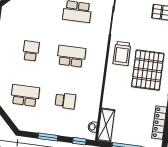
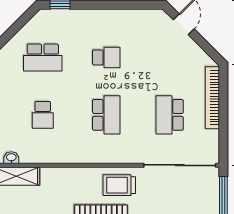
school desk: (25, 95) -> (43, 57), turned 90

